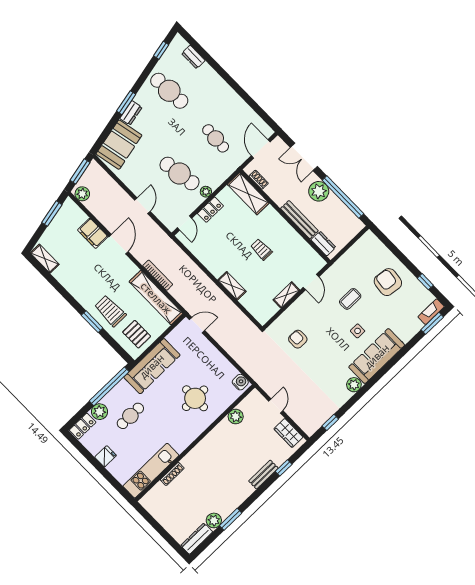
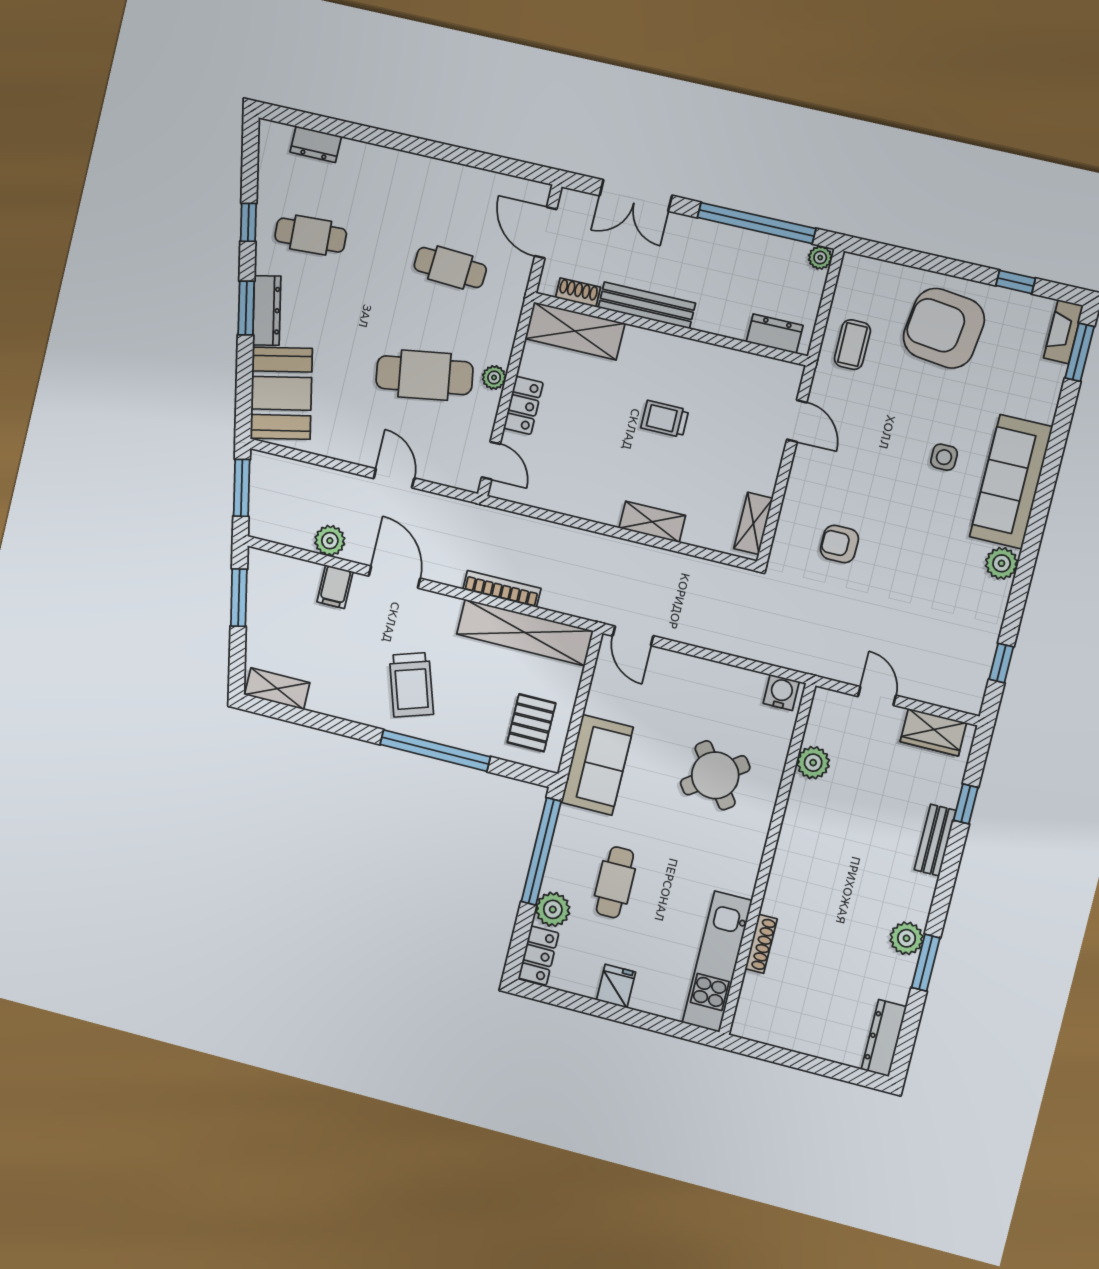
window: (161, 50) -> (248, 222), moved
cafe table: (169, 91) -> (311, 235), width x0.73, depth x0.74
dresser: (131, 113) -> (267, 310), width x1.44
plant: (319, 191) -> (820, 258), moved, width x0.53, depth x0.53
plant: (82, 194) -> (330, 541), moved
bench: (299, 220) -> (647, 305), moved
filing cabinet: (93, 233) -> (335, 587), width x0.50
armchair: (388, 282) -> (944, 328), width x1.36, depth x1.36
shelving: (286, 295) -> (753, 523), moved
coffee table: (350, 299) -> (852, 345), moved
trolley: (110, 311) -> (411, 685), moved, turned -108
window: (92, 322) -> (435, 751), width x2.11
door: (197, 325) -> (633, 636), swing flipped
pallet: (137, 334) -> (531, 723), turned 90
sofa: (152, 366) -> (597, 765), width x0.73
round table: (195, 398) -> (715, 775), turned -36
plant: (214, 520) -> (907, 938), moved

